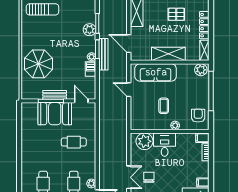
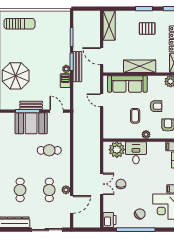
plant: (90, 30) -> (64, 43), removed
armchair: (186, 96) -> (156, 106), added

